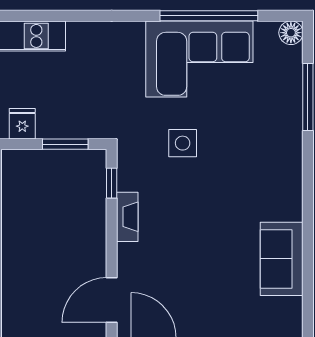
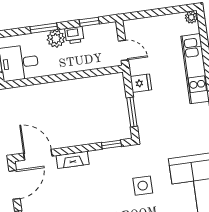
fireplace: (127, 217) -> (73, 160), moved

